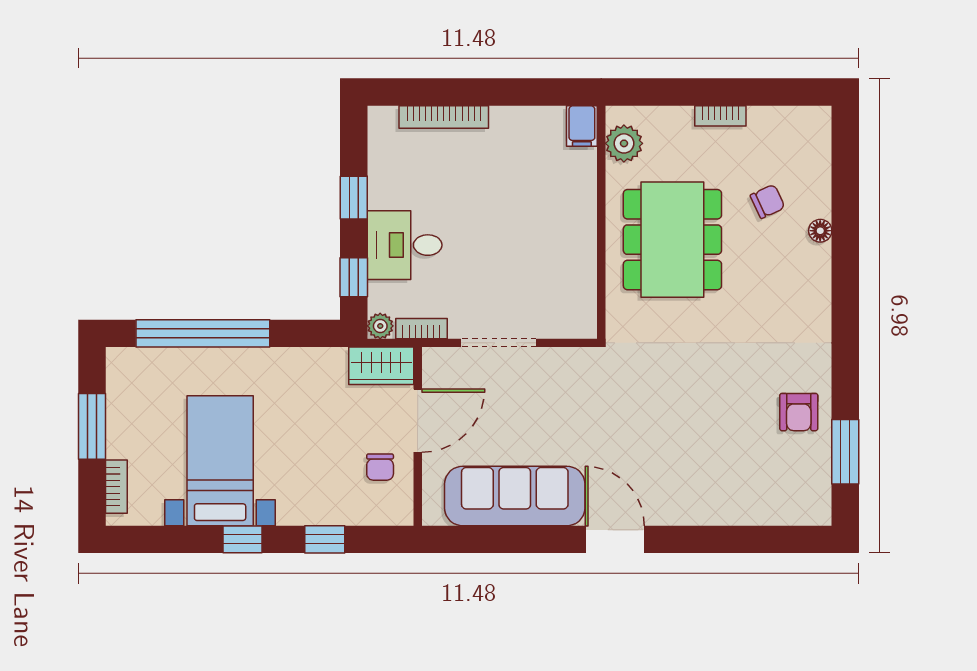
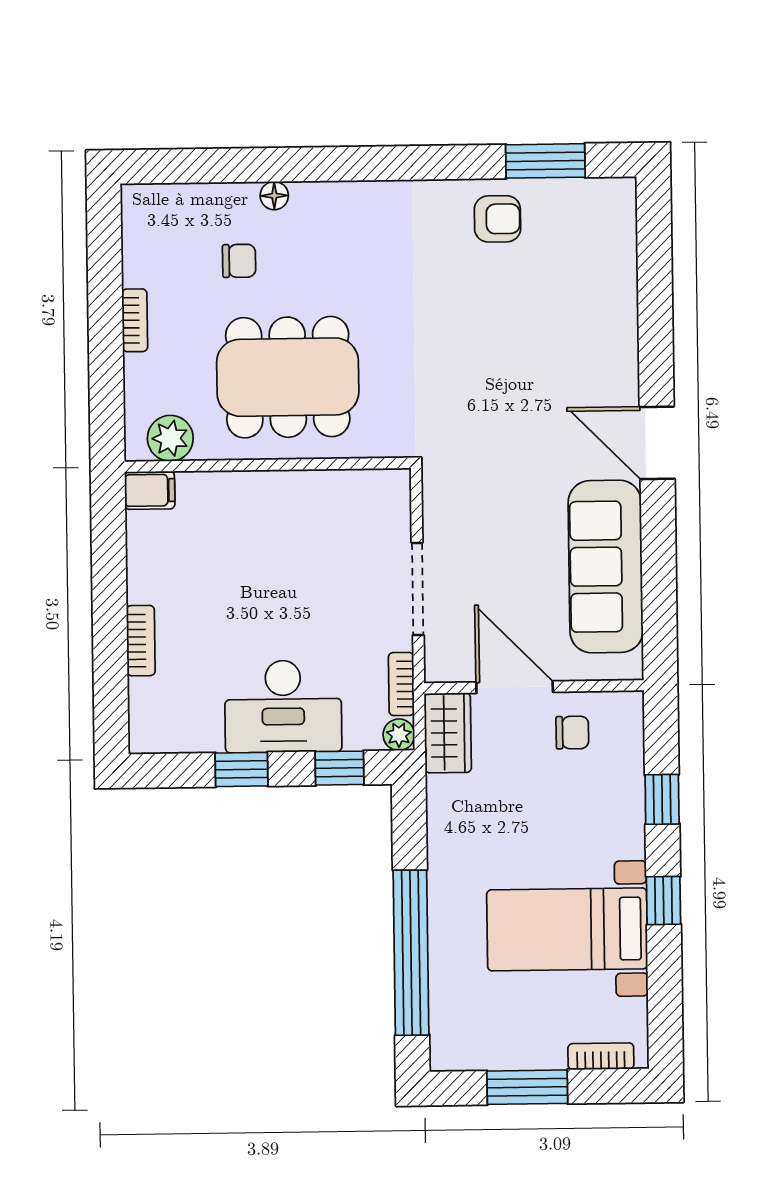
bookcase: (444, 117) -> (141, 641), width x0.64
chair: (768, 201) -> (239, 261), turned 115
desk: (405, 245) -> (283, 706), width x1.37
door: (615, 539) -> (657, 443), hinge flipped

